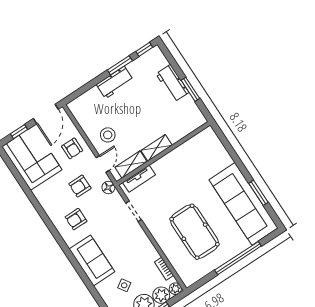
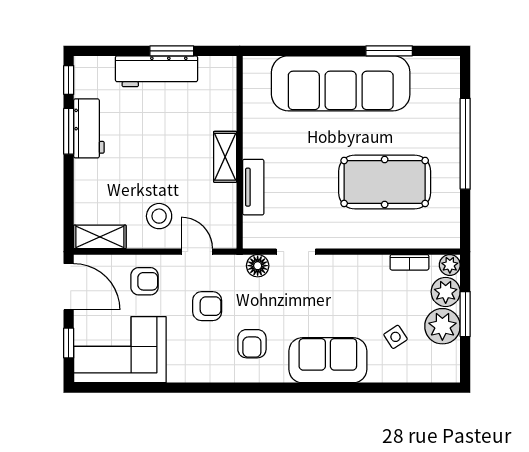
workbench: (115, 82) -> (89, 128), moved
workbench: (172, 83) -> (157, 71), width x1.38
shelving: (131, 165) -> (100, 237), moved, turned 90
tv unit: (139, 179) -> (253, 187), moved
armchair: (80, 186) -> (207, 306), turned -90
floor lamp: (108, 187) -> (258, 266), moved
sofa: (244, 204) -> (341, 83), moved

